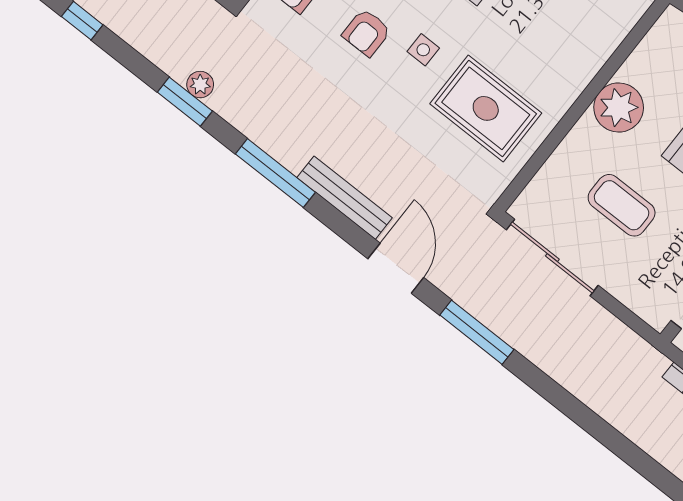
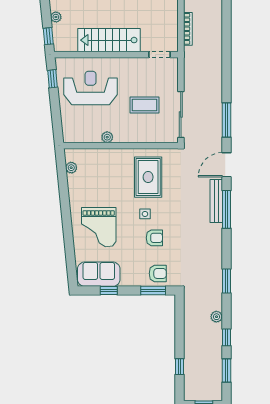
plant: (200, 85) -> (216, 317), moved
plant: (619, 108) -> (107, 137), width x0.53, depth x0.53
window: (275, 173) -> (226, 209), moved
coffee table: (622, 205) -> (145, 105), turned 90

